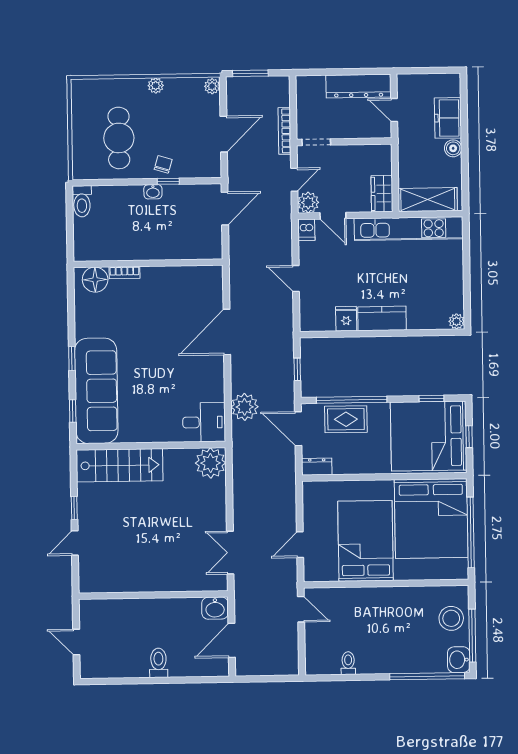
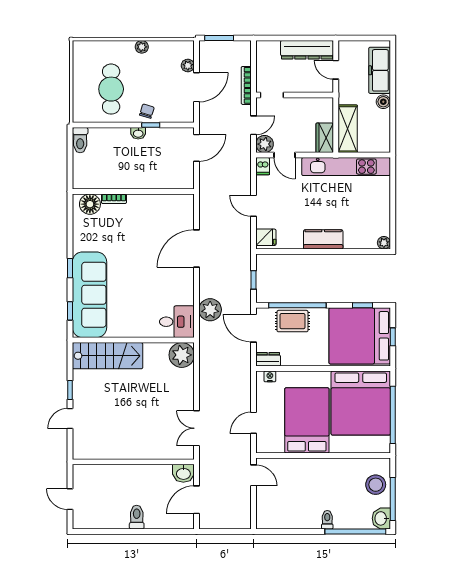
plant: (212, 86) -> (188, 66), moved
freezer: (448, 118) -> (380, 70), width x1.40
shelving: (428, 200) -> (348, 129), moved, turned 90
fridge: (346, 319) -> (266, 237), moved, turned 90
nightstand: (319, 488) -> (270, 376), added
toilet: (348, 663) -> (327, 520), moved

